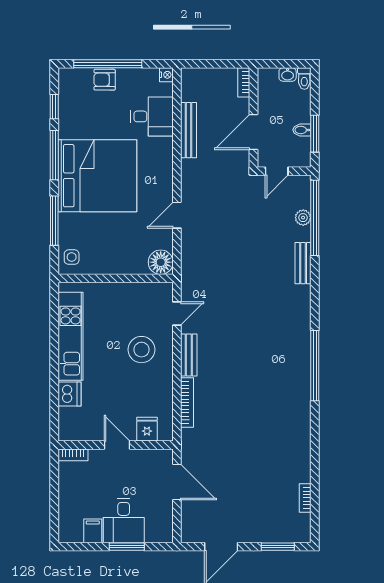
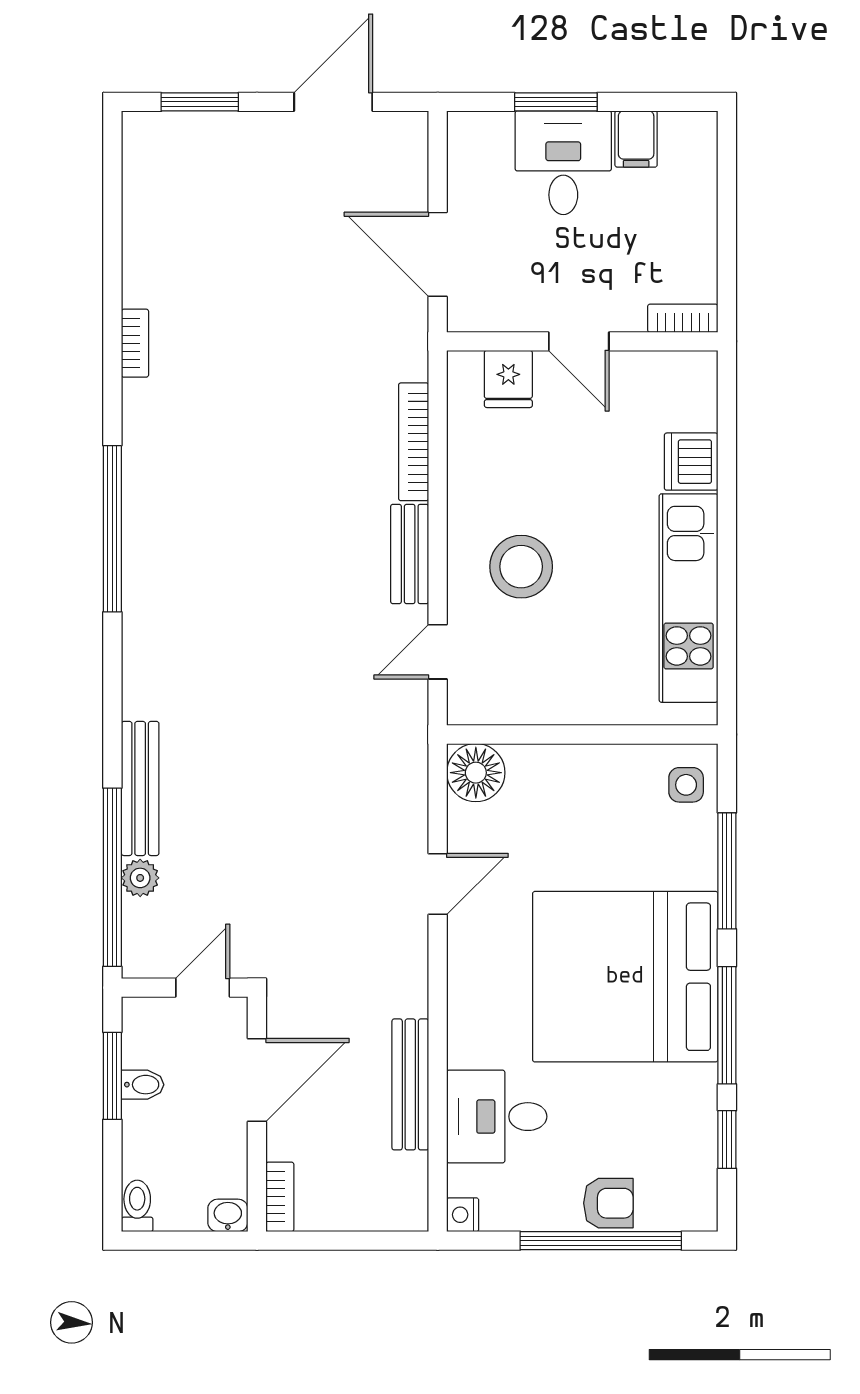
washbasin: (288, 75) -> (228, 1215), moved
bench: (303, 263) -> (140, 788), width x1.36
bookcase: (305, 498) -> (135, 343), moved

